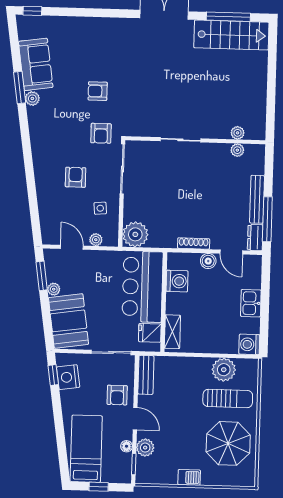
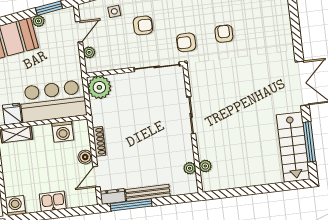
side table: (100, 208) -> (114, 11), moved

